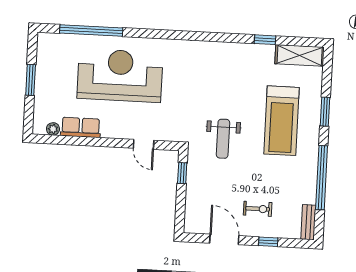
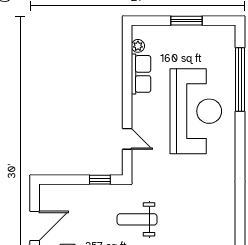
door: (144, 144) -> (127, 139), swing flipped

